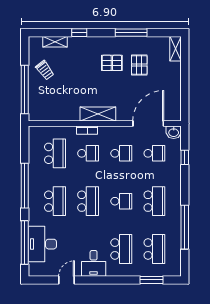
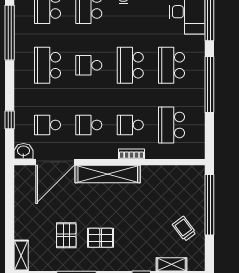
shelving: (98, 114) -> (108, 174), width x1.47

